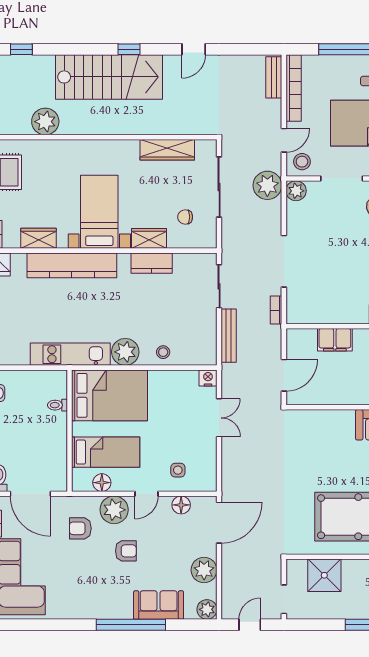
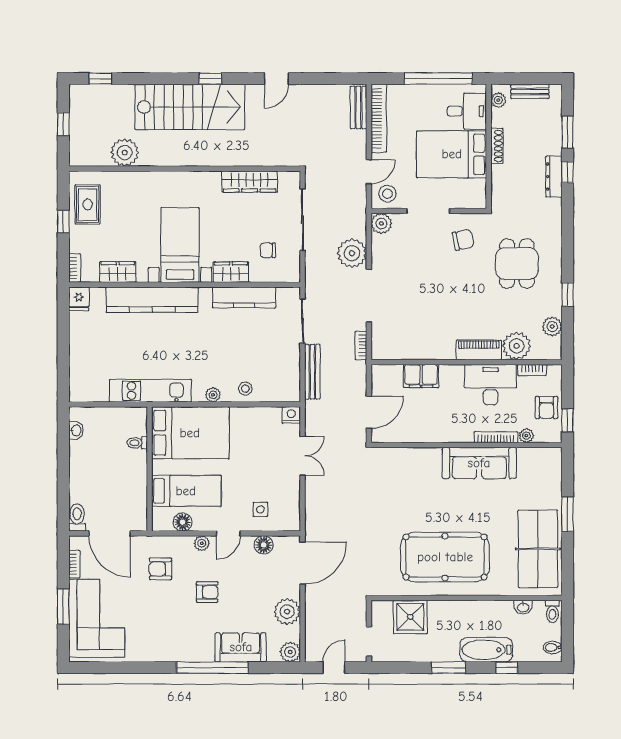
plant: (267, 185) -> (352, 253), moved
kitchen counter: (152, 263) -> (244, 297), width x1.50
plant: (125, 352) -> (213, 395), width x0.53, depth x0.53
plant: (114, 510) -> (202, 543), width x0.53, depth x0.53

